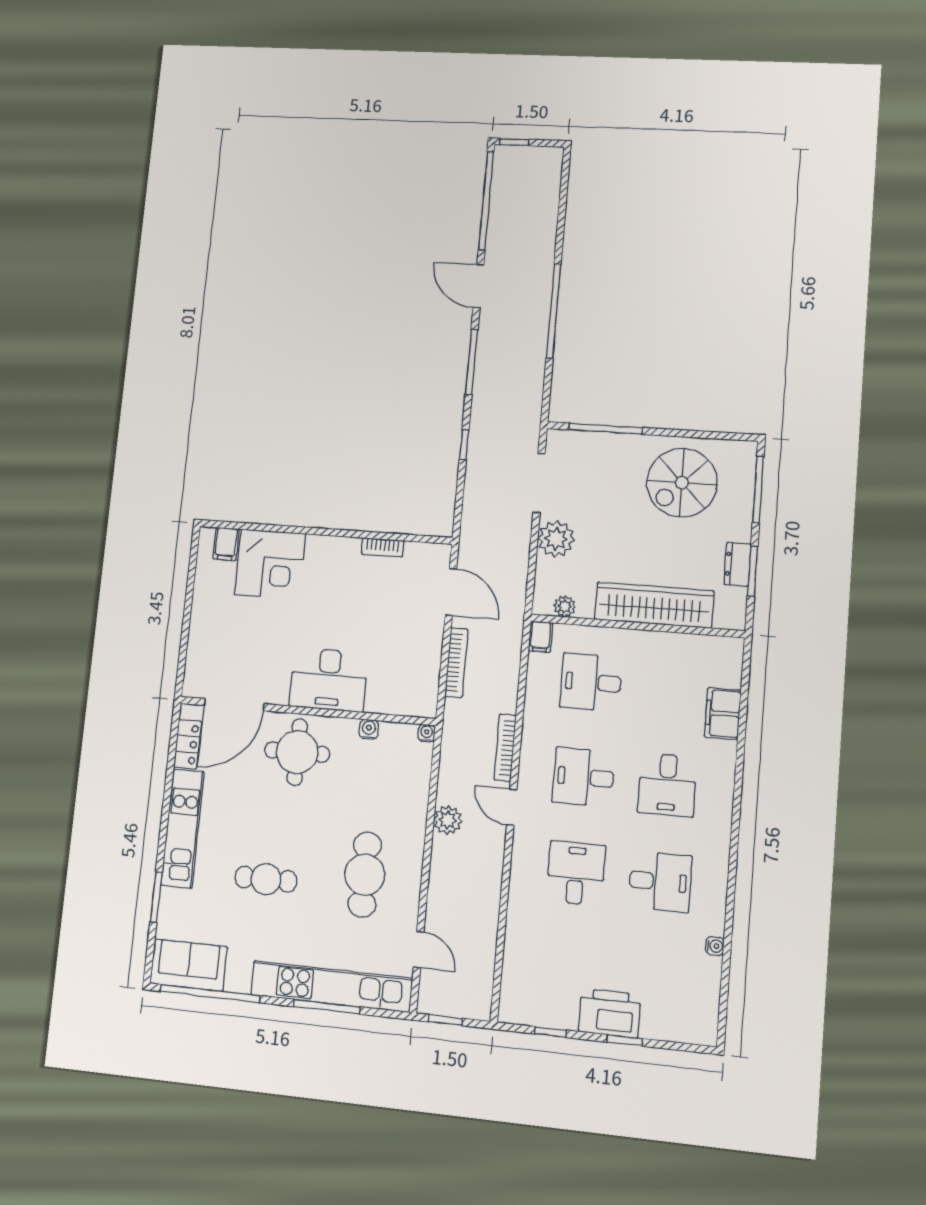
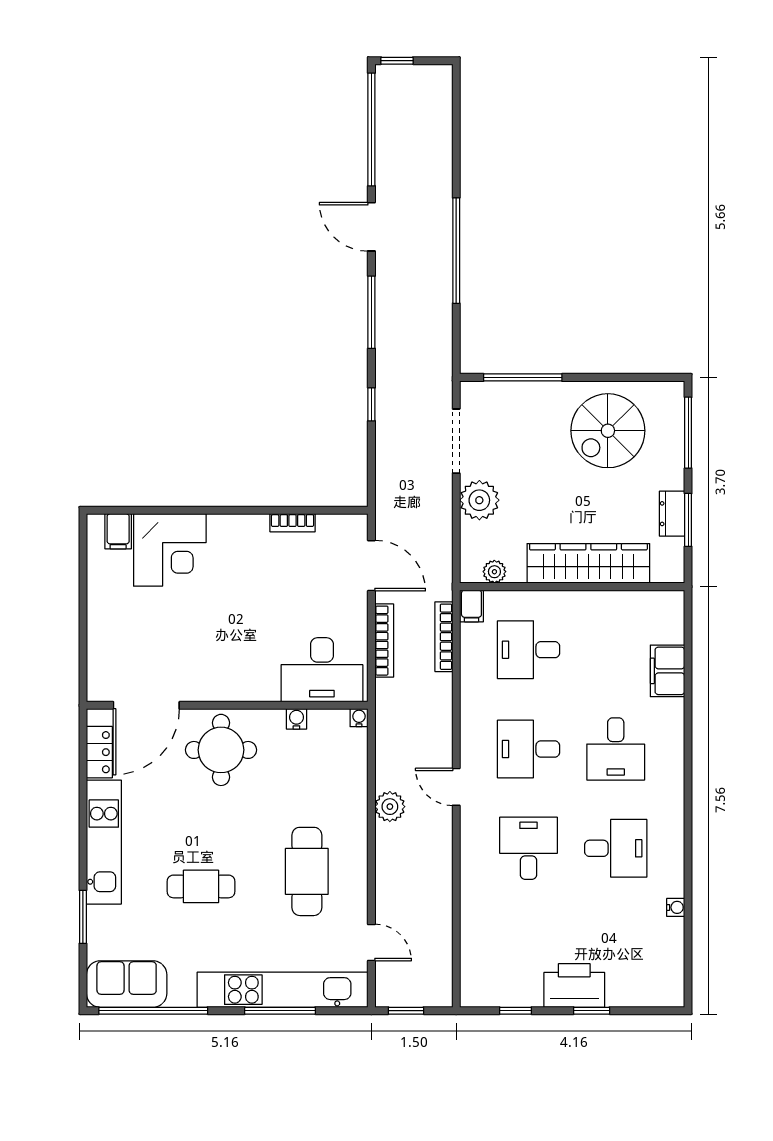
desk: (329, 680) -> (322, 670), moved
bookcase: (505, 748) -> (444, 637), moved

